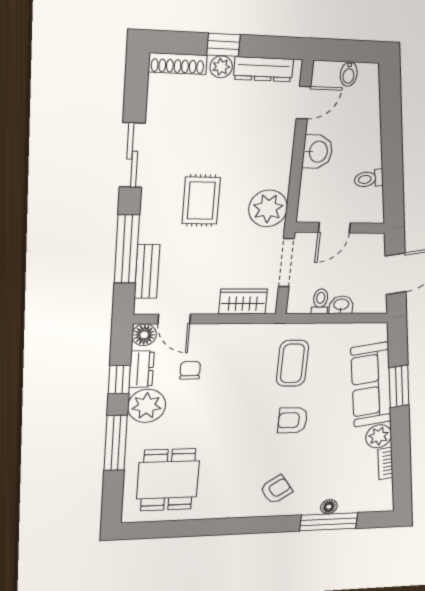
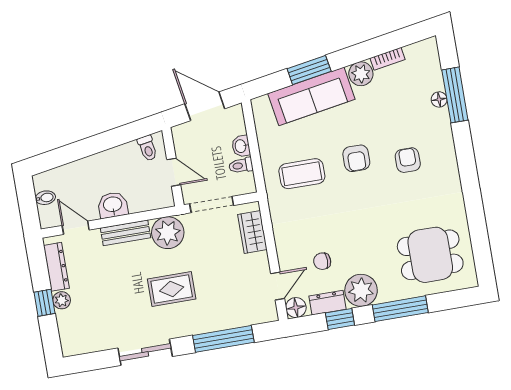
shoe rack: (178, 64) -> (66, 334), removed
toilet: (369, 179) -> (147, 148), moved
bench: (147, 271) -> (125, 233), moved
armchair: (276, 490) -> (408, 160), moved, turned 35

